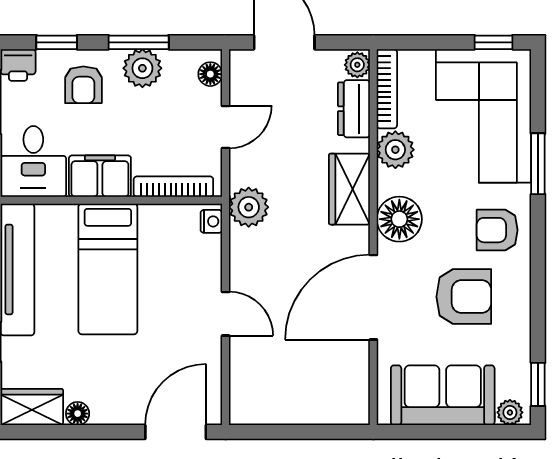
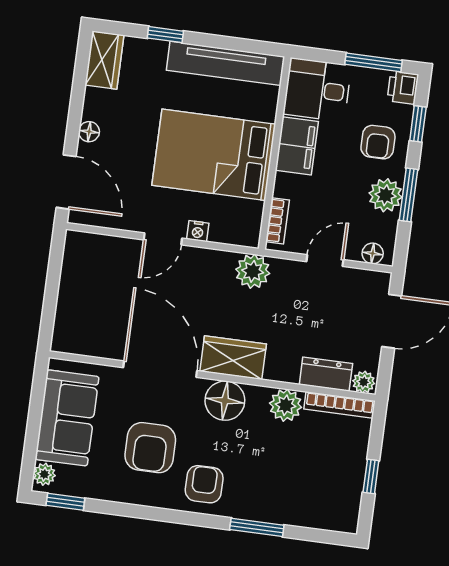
window: (494, 42) -> (371, 476), moved
armchair: (83, 85) -> (378, 142), turned -90
corner sofa: (484, 116) -> (305, 486), removed
door: (226, 127) -> (325, 261), swing flipped
bookcase: (173, 187) -> (278, 221), width x0.64
wardrobe: (349, 189) -> (233, 358), moved
nightstand: (211, 221) -> (198, 231), moved
bed: (108, 269) -> (214, 155), width x1.50
floor lamp: (78, 414) -> (89, 132), moved

